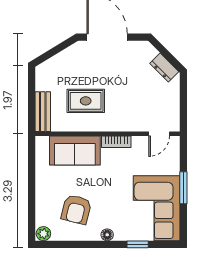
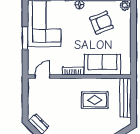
bench: (43, 112) -> (125, 98), width x1.36
armchair: (76, 209) -> (101, 23), turned 54

